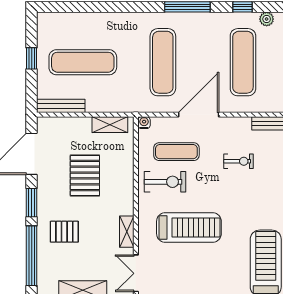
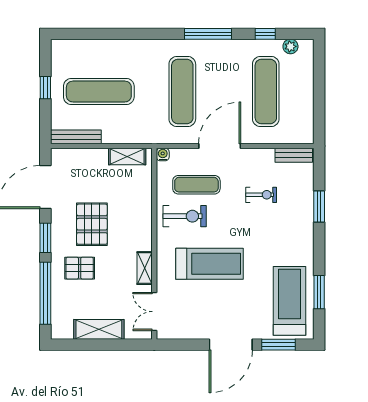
pallet: (85, 175) -> (92, 224), moved

